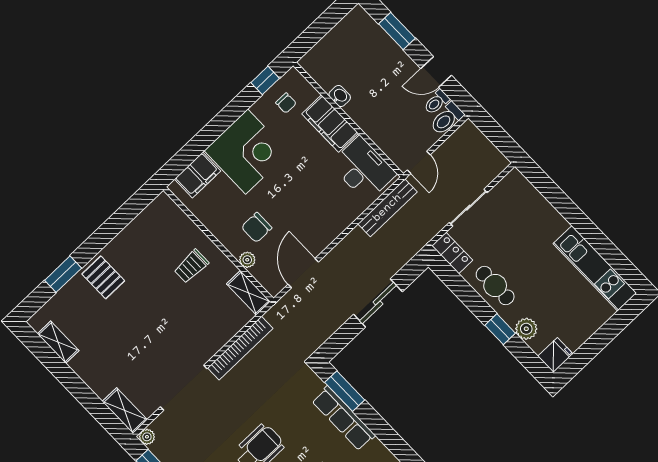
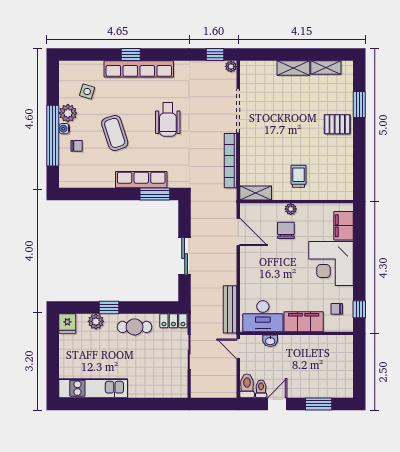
washbasin: (340, 96) -> (270, 341), moved
plant: (247, 260) -> (291, 209), moved
shelving: (125, 411) -> (293, 68), moved

